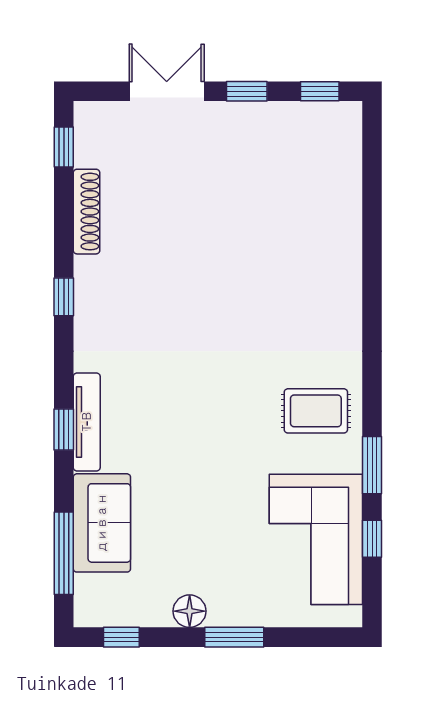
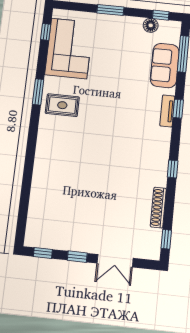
tv unit: (87, 422) -> (167, 111), width x0.71
window: (372, 465) -> (38, 92), moved
window: (372, 539) -> (46, 32), moved
floor lamp: (190, 611) -> (151, 25), moved

